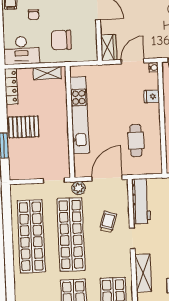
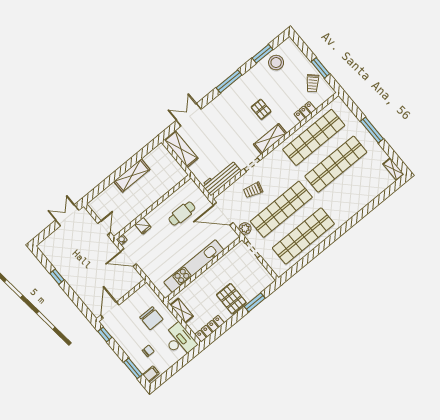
wardrobe: (109, 48) -> (132, 281), removed

